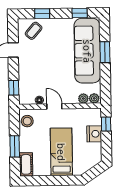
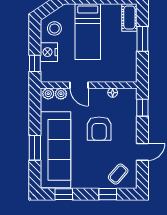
armchair: (50, 69) -> (99, 129), added
door: (54, 106) -> (79, 85), moved
stool: (27, 121) -> (54, 28), moved

